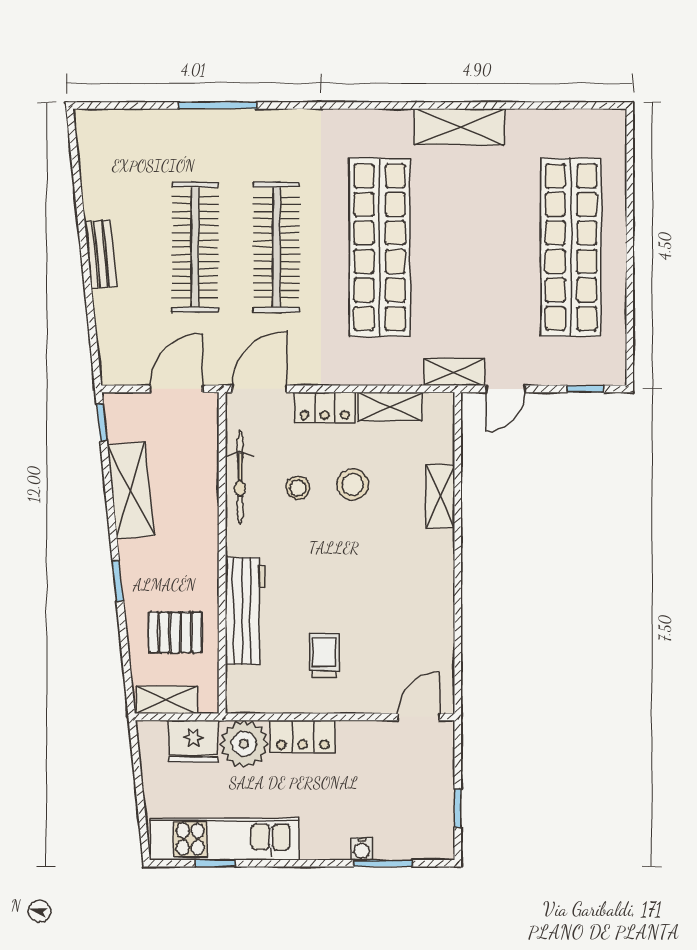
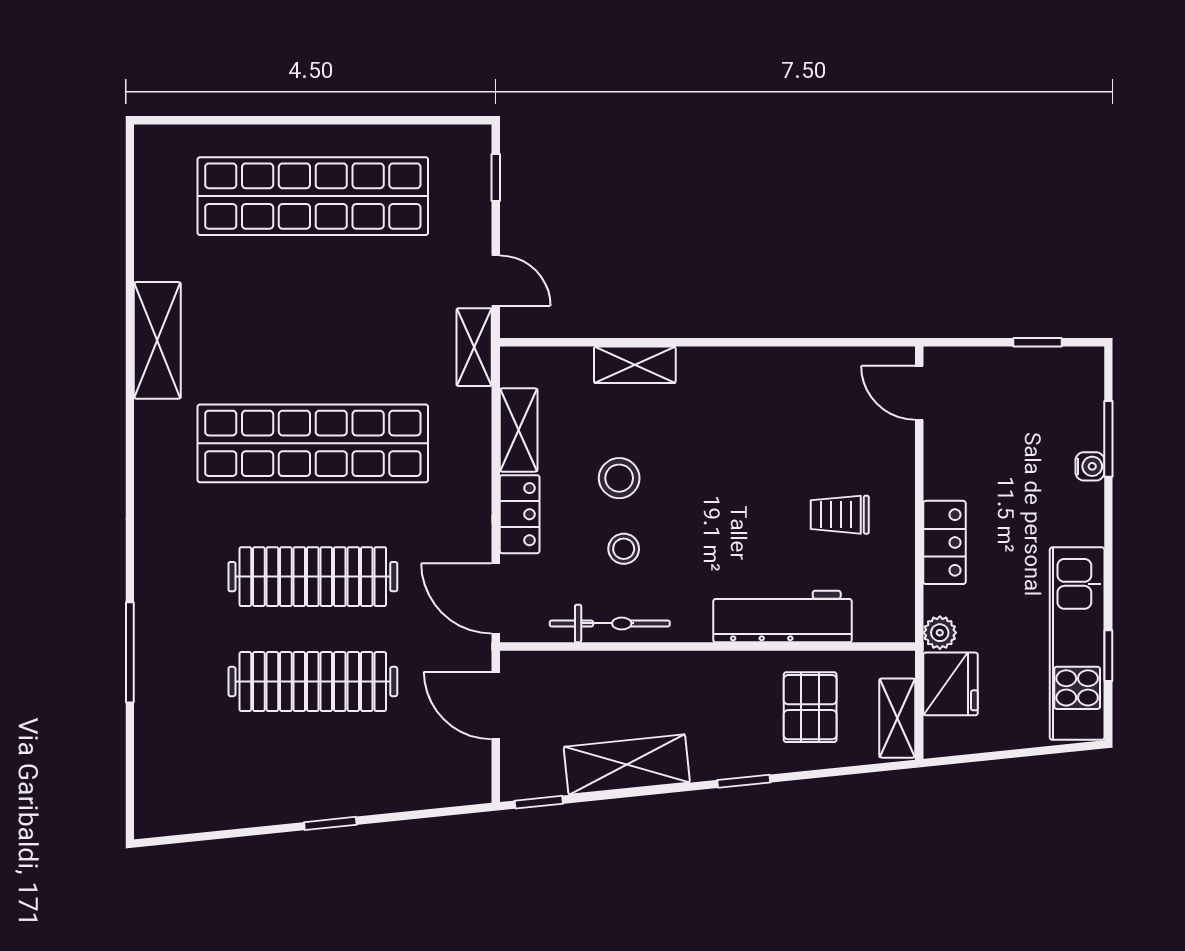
bench: (101, 254) -> (322, 803), removed
window: (85, 261) -> (330, 823), added
plant: (244, 744) -> (940, 633), width x0.53, depth x0.53

